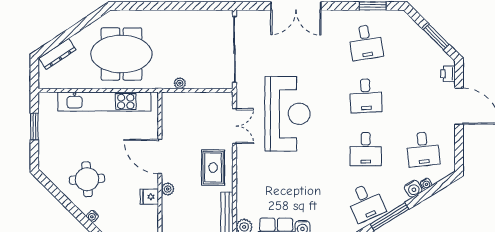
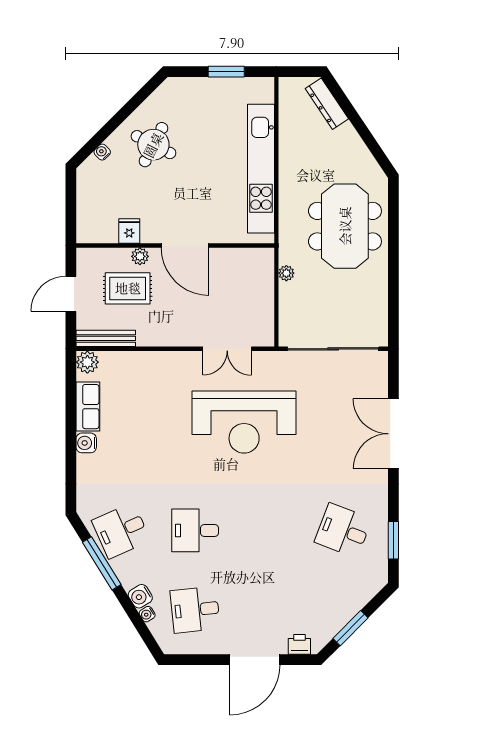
desk: (366, 42) -> (343, 530), turned 30
meeting table: (121, 54) -> (345, 226), moved
desk: (366, 96) -> (269, 530), removed
door: (160, 156) -> (185, 246), swing flipped
rug: (213, 168) -> (128, 288), moved
round table: (87, 179) -> (153, 145), turned 31

